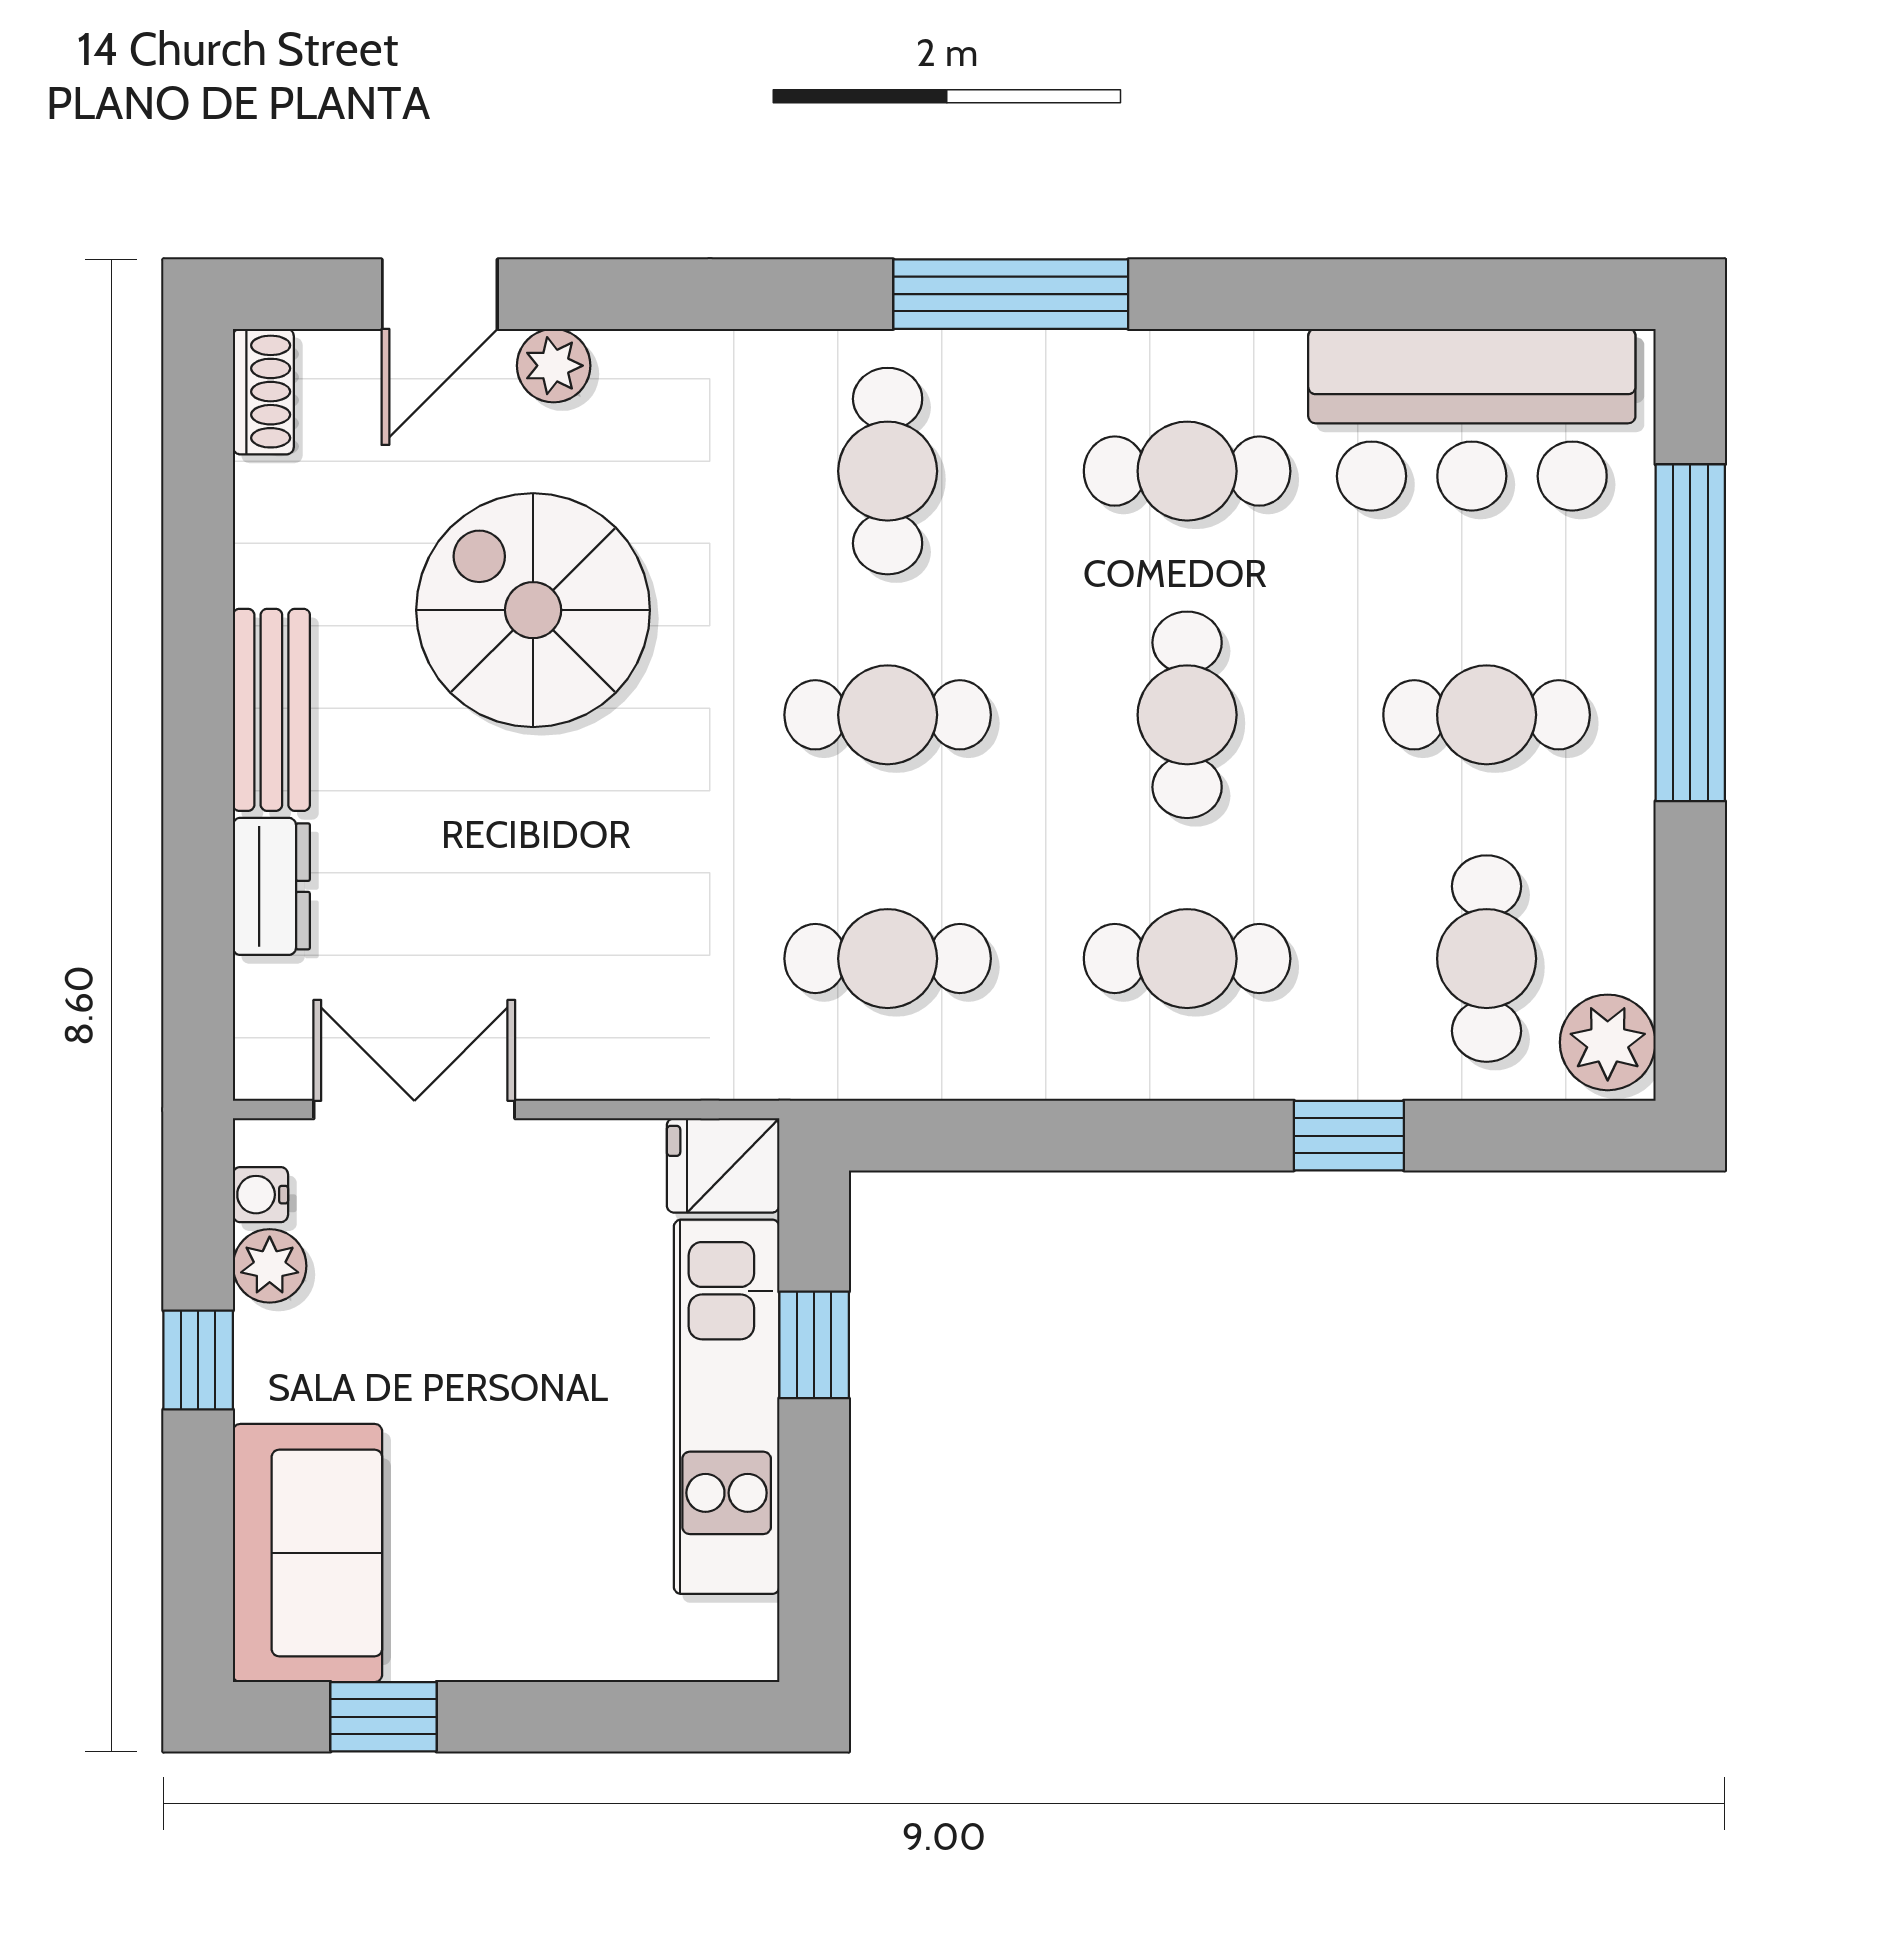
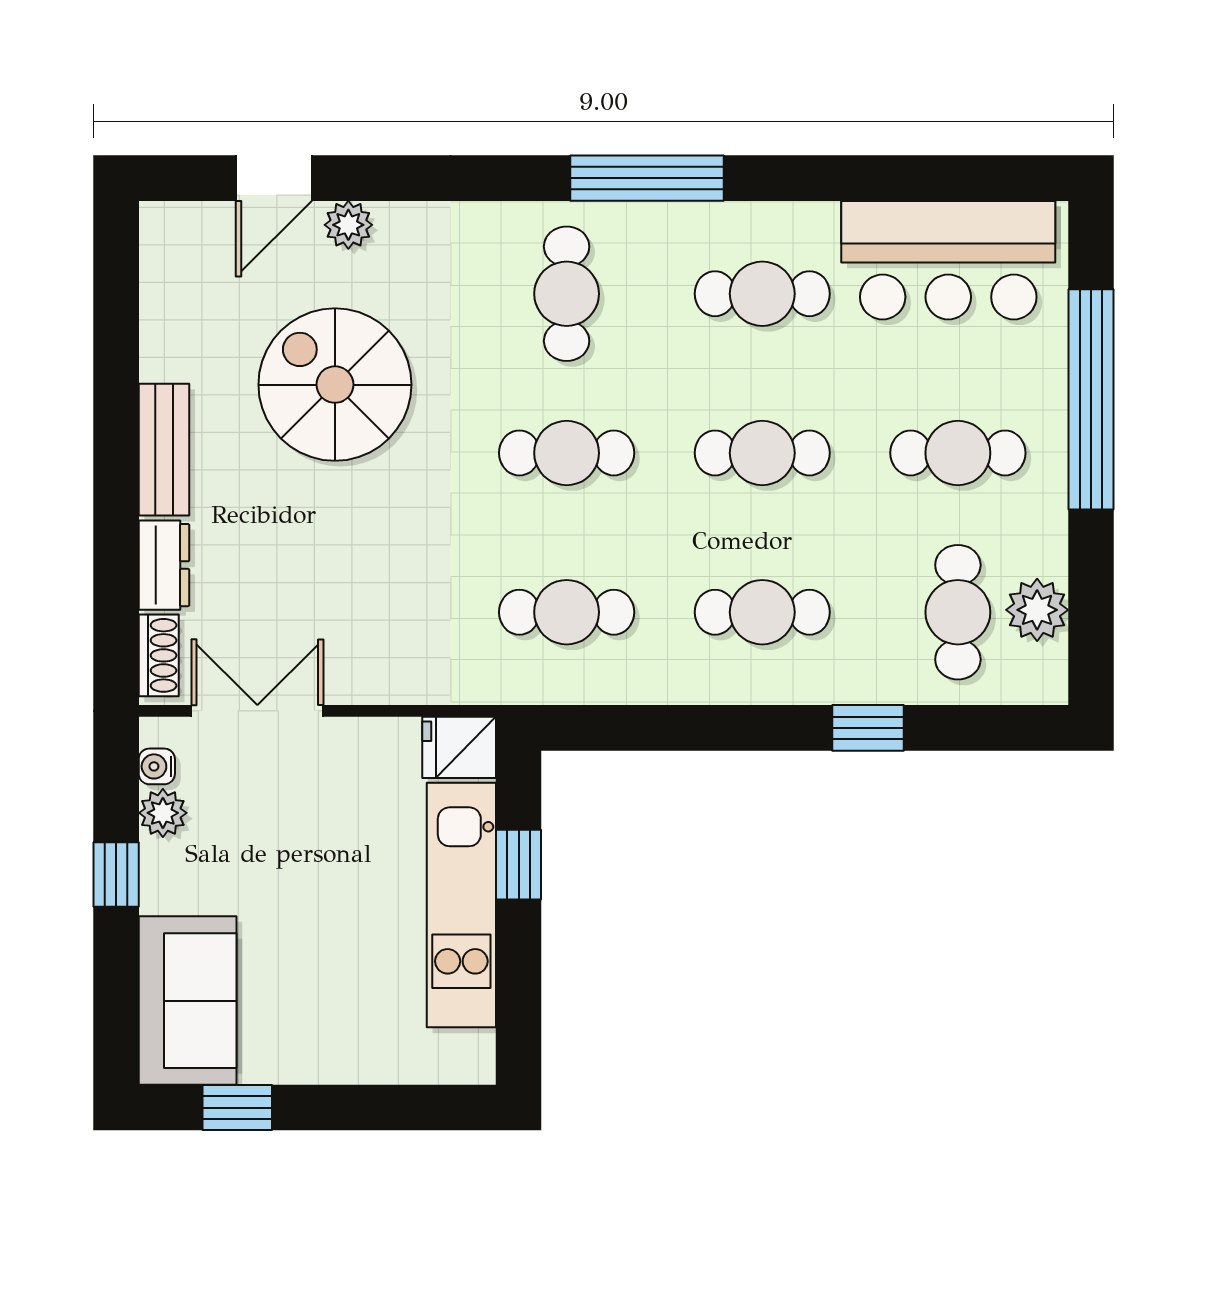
shoe rack: (263, 392) -> (159, 655), moved
cafe table: (1187, 715) -> (762, 453), turned 90
plant: (1608, 1042) -> (1037, 610), moved

